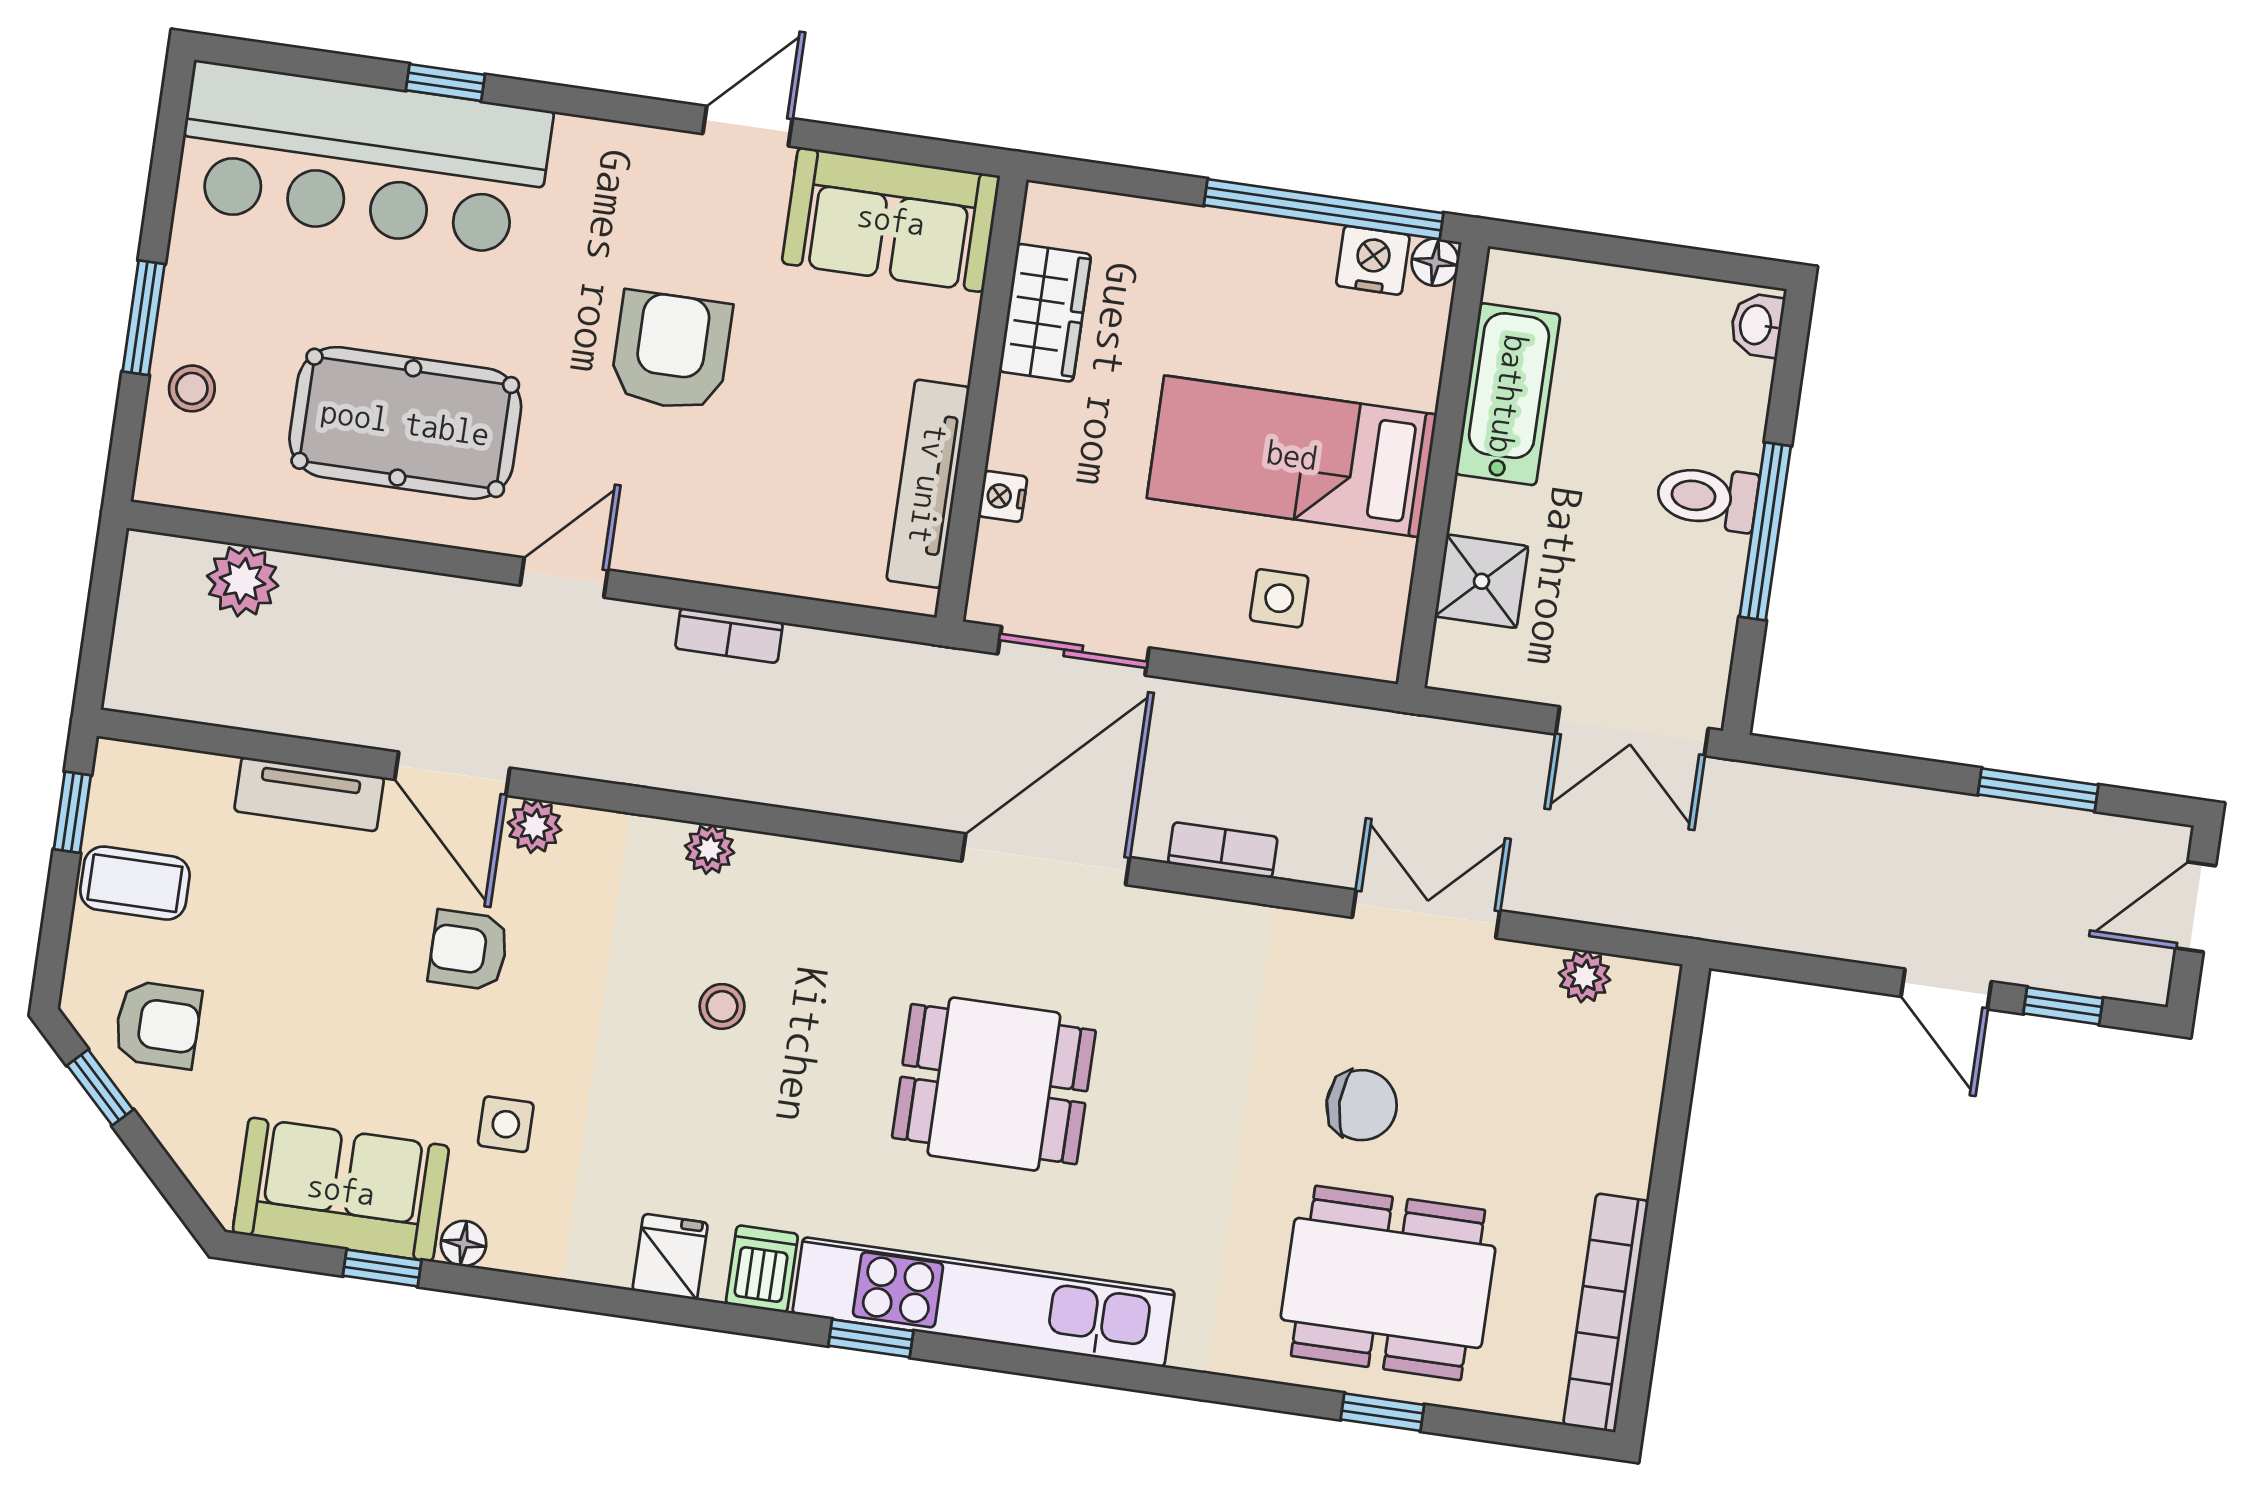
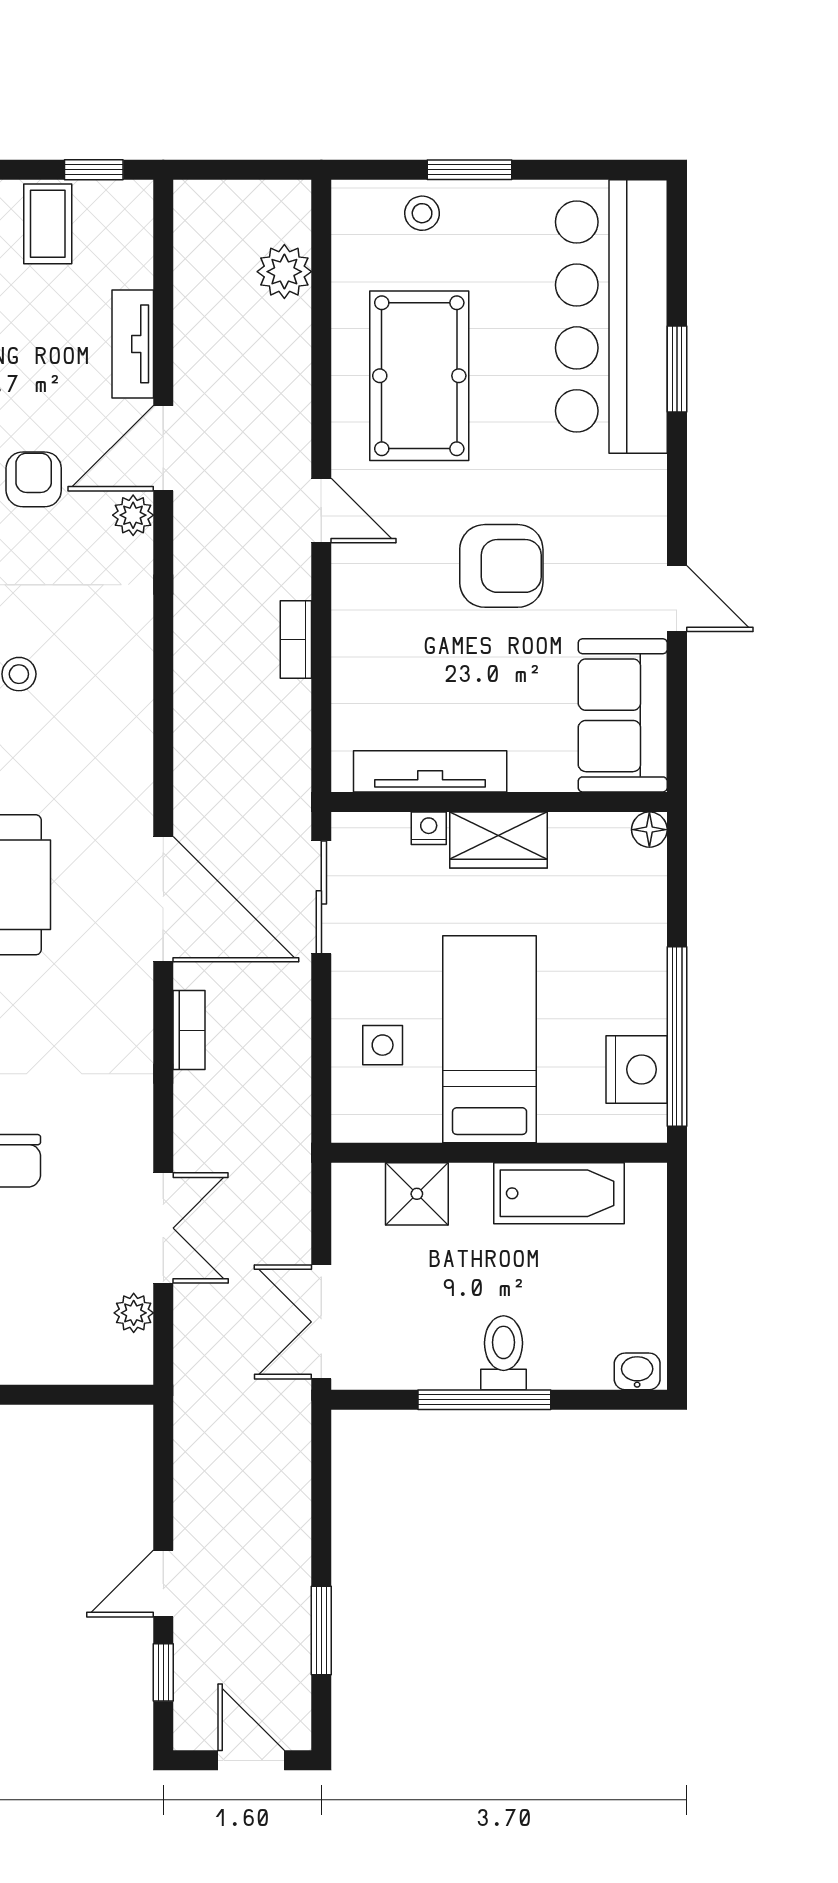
window: (445, 82) -> (677, 369), width x1.50
nightstand: (1373, 260) -> (637, 1069), width x1.36, depth x1.33
floor lamp: (1435, 262) -> (649, 830), moved
wardrobe: (1045, 313) -> (499, 840), moved
plant: (710, 849) -> (135, 648), removed
double door: (1426, 914) -> (163, 1228), moved

